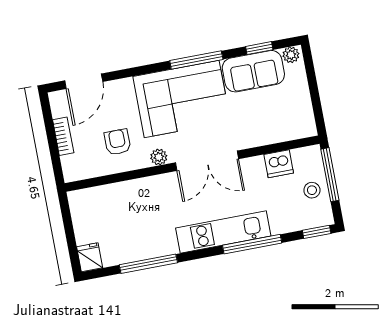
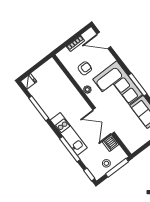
double door: (207, 161) -> (104, 121), moved

